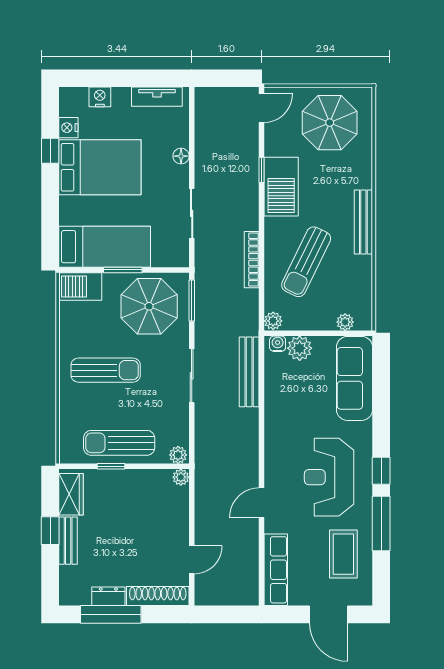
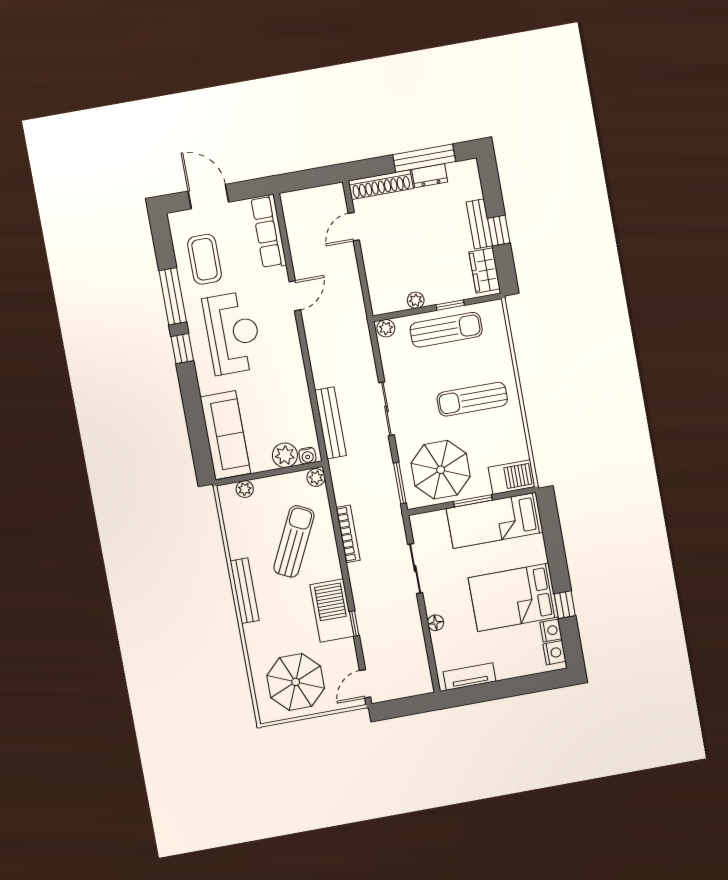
nightstand: (100, 97) -> (554, 653), moved, turned -90
plant: (181, 477) -> (416, 300), moved

